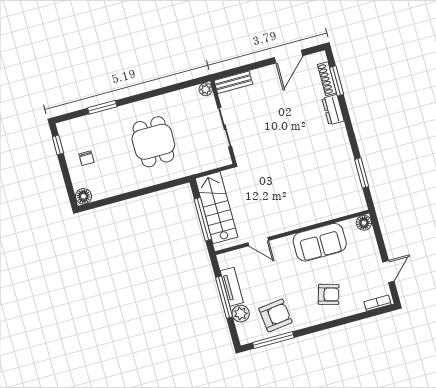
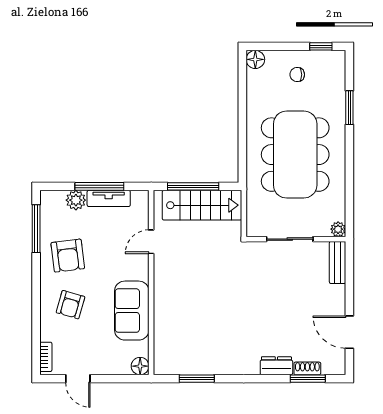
shoe rack: (327, 79) -> (307, 368), width x0.70
dining table: (153, 142) -> (295, 155), width x1.88, depth x1.24
armchair: (275, 315) -> (68, 256), moved

